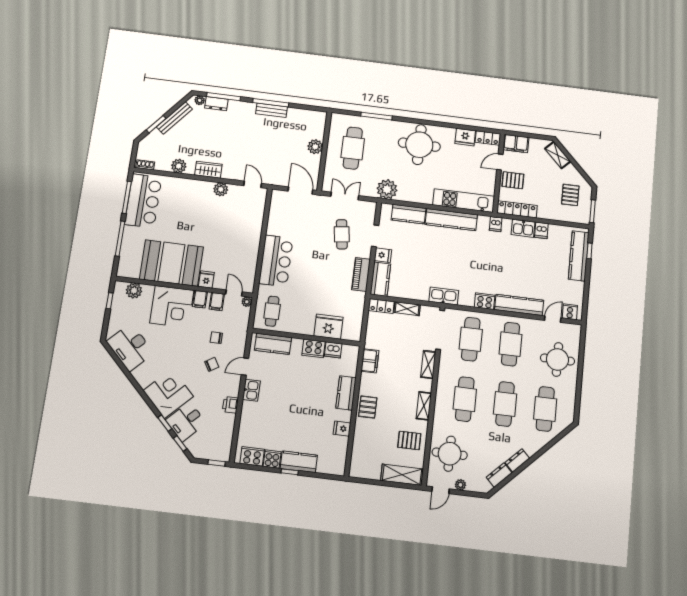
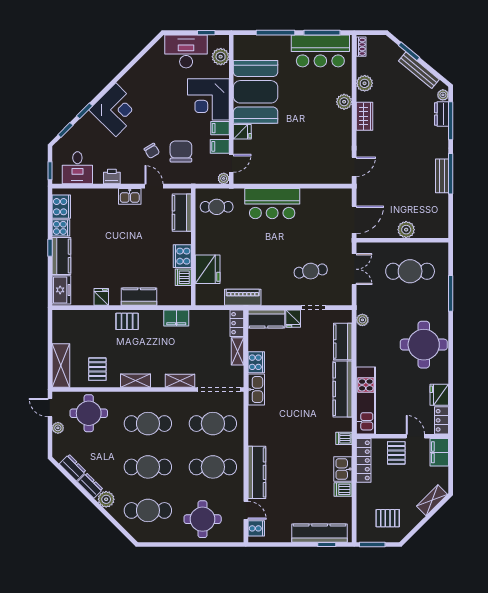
plant: (221, 189) -> (344, 102), moved
plant: (387, 189) -> (362, 320), width x0.53, depth x0.53
piano: (361, 274) -> (243, 297), moved
cooker: (485, 301) -> (256, 362), moved
chair: (216, 338) -> (181, 152), width x1.87, depth x1.87
desk: (130, 347) -> (186, 51), moved, turned 45
desk: (186, 422) -> (77, 168), moved, turned -135
plant: (532, 447) -> (106, 499), added
freezer: (331, 466) -> (61, 290), added

